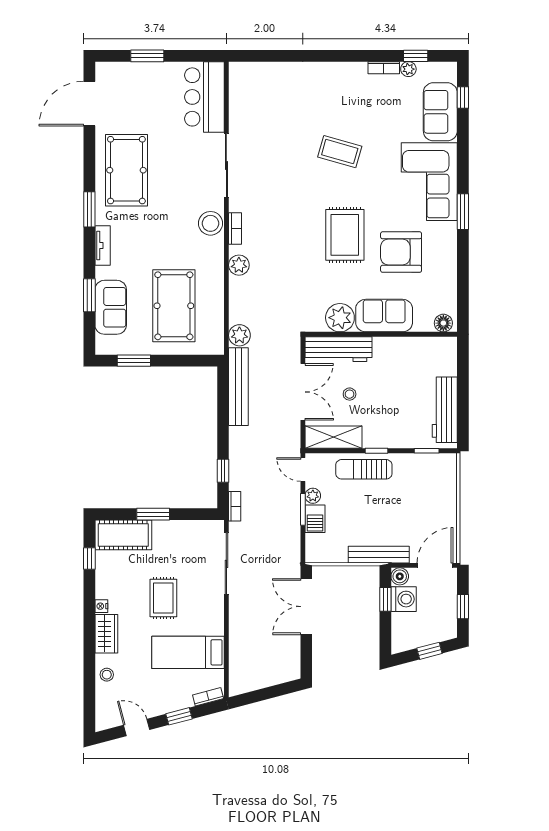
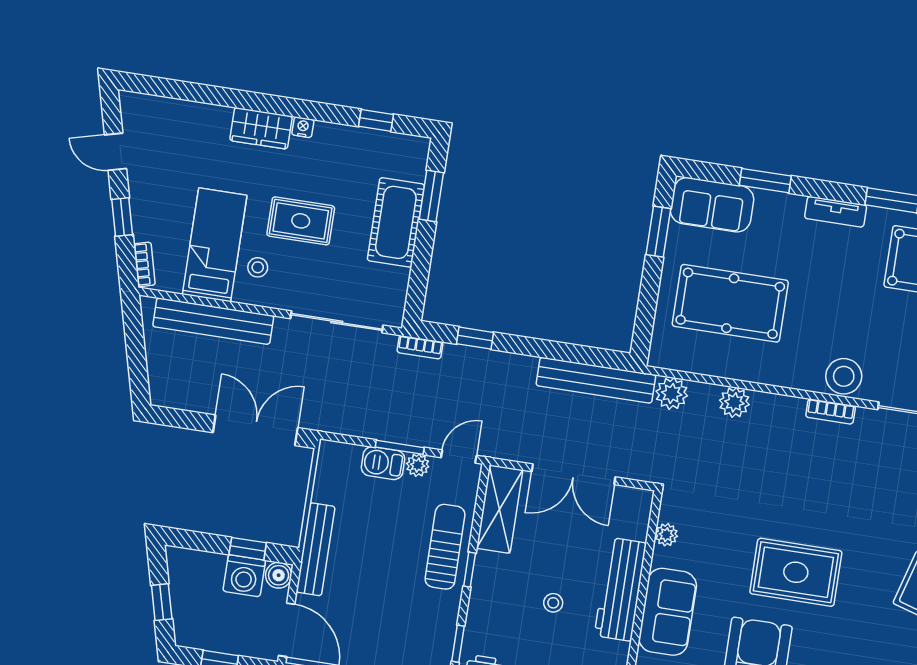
plant: (239, 265) -> (734, 402), moved
sofa: (111, 307) -> (712, 205), moved
plant: (340, 318) -> (666, 535), width x0.53, depth x0.53
workbench: (339, 349) -> (620, 589), moved
stool: (350, 394) -> (553, 603), moved
window: (153, 514) -> (431, 196), moved
cot: (123, 535) -> (396, 222), moved
bench: (239, 645) -> (213, 321), added
stool: (107, 675) -> (258, 267), moved
door: (137, 727) -> (115, 152), swing flipped

